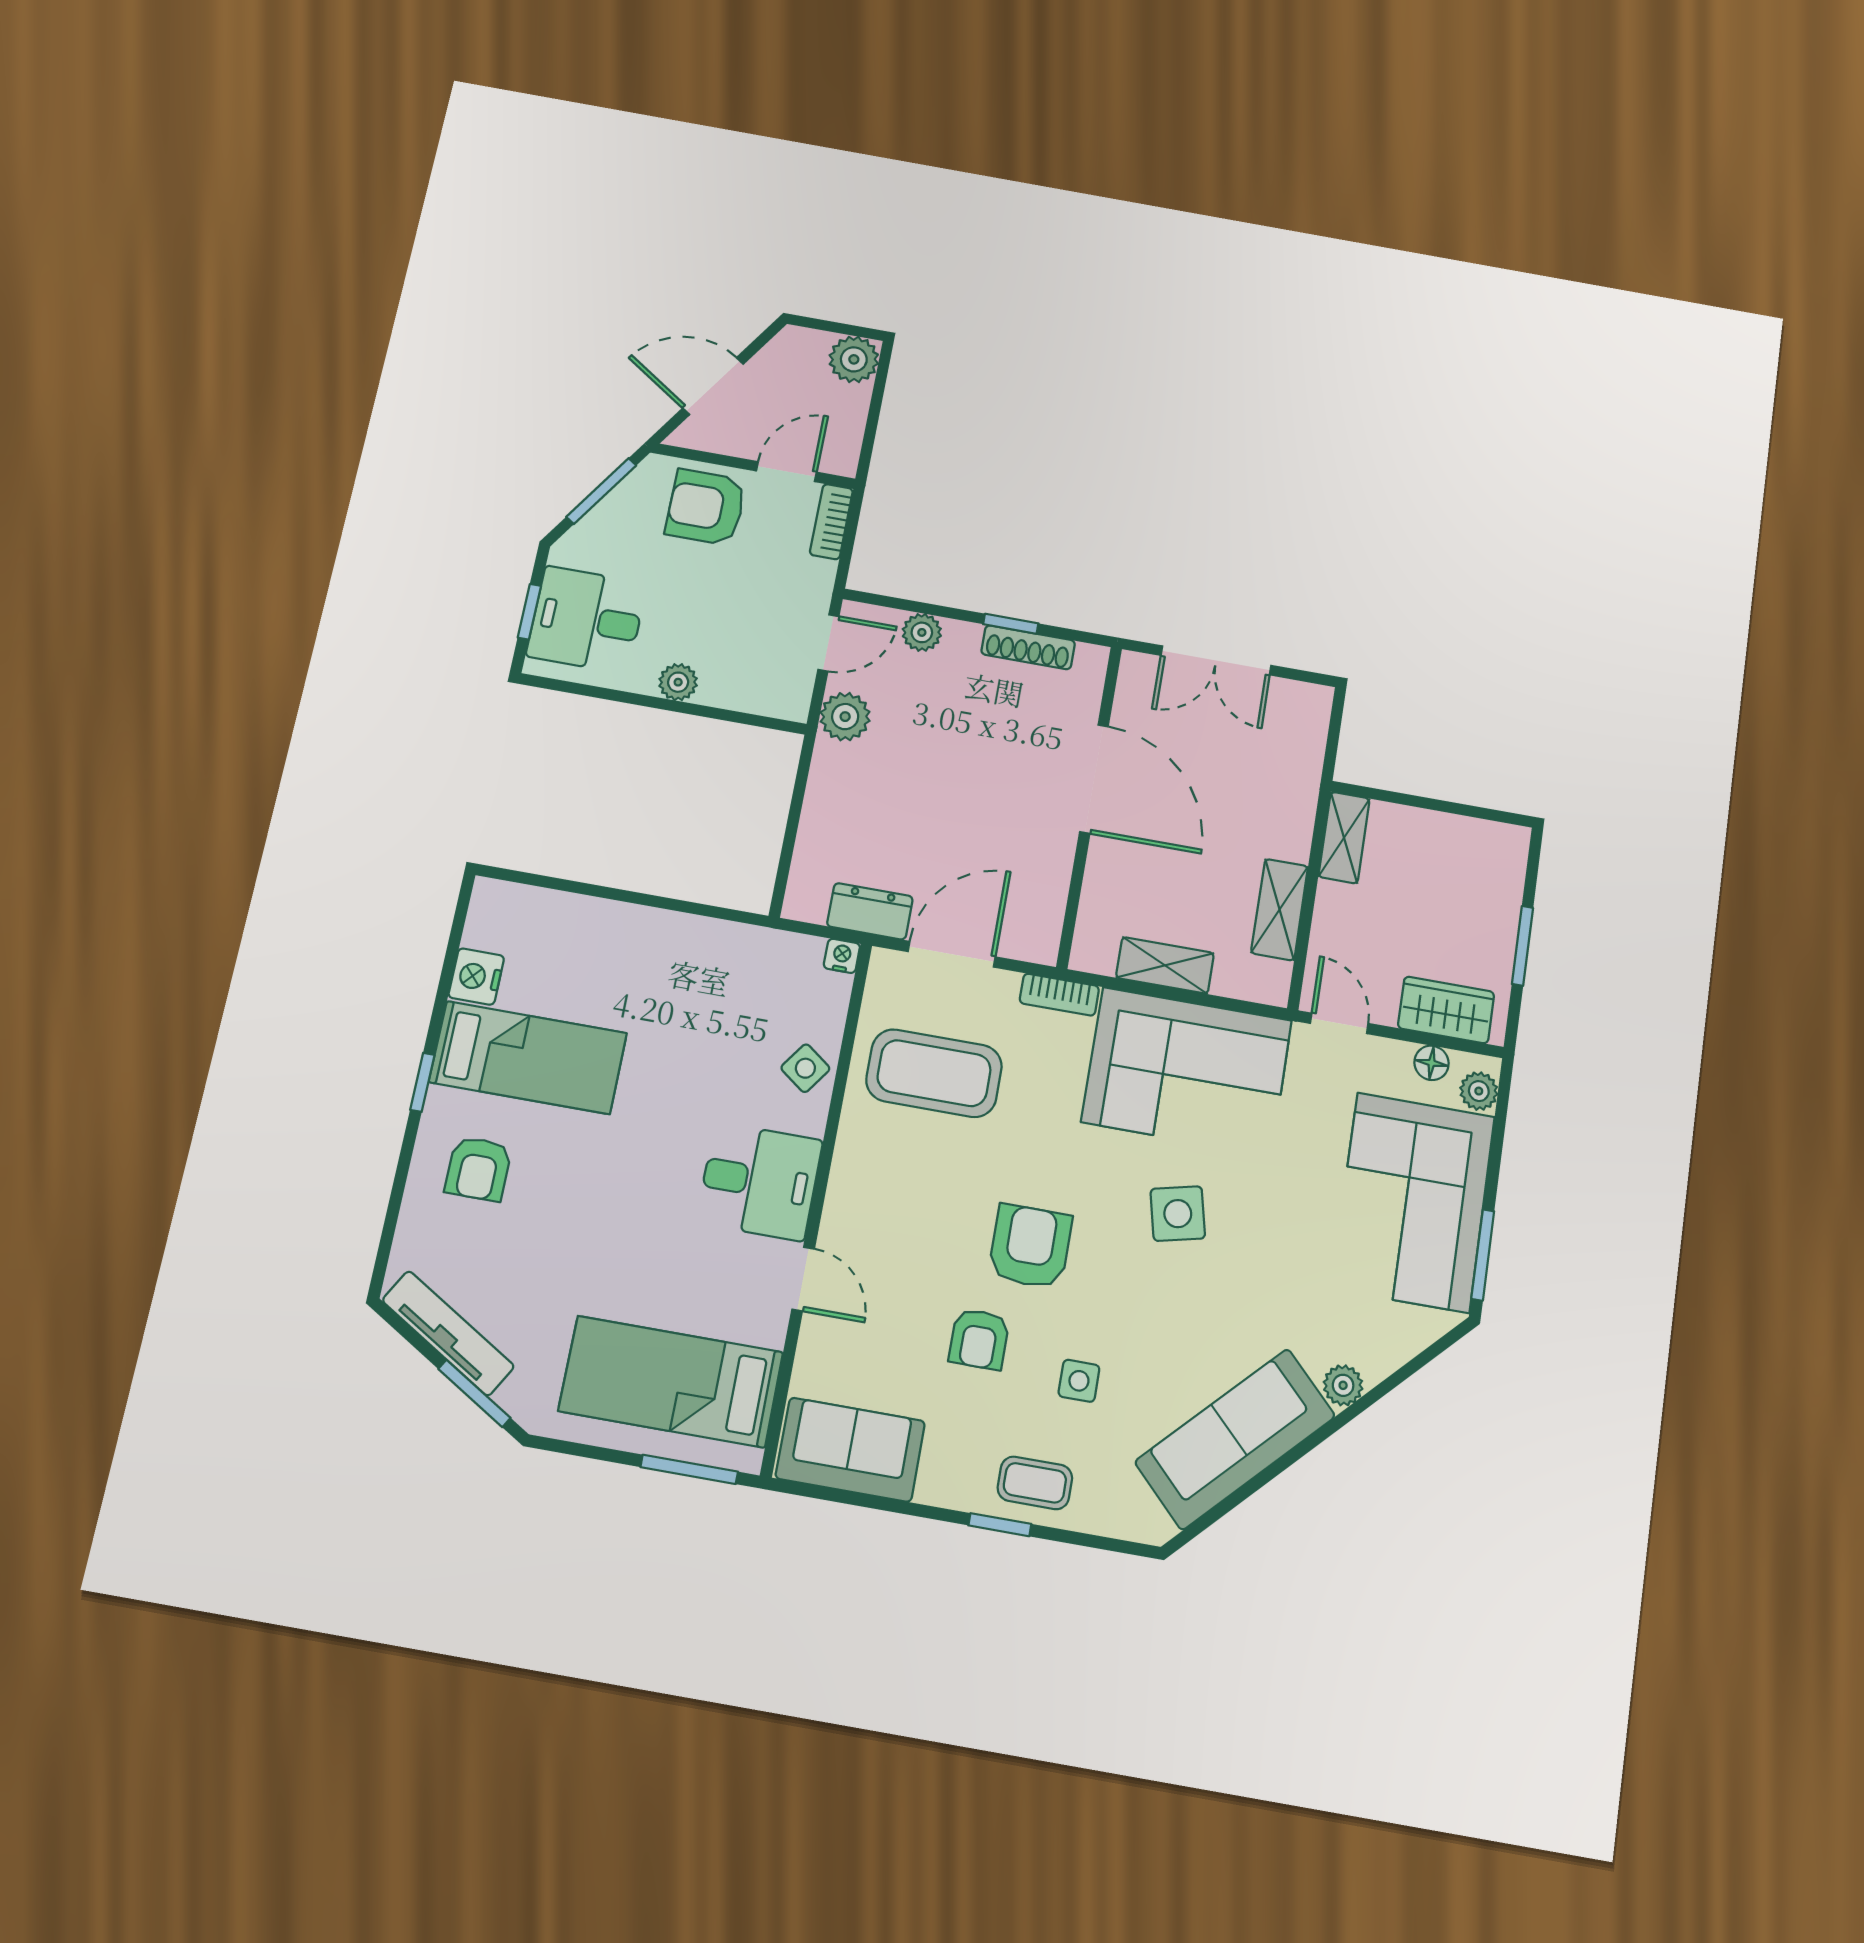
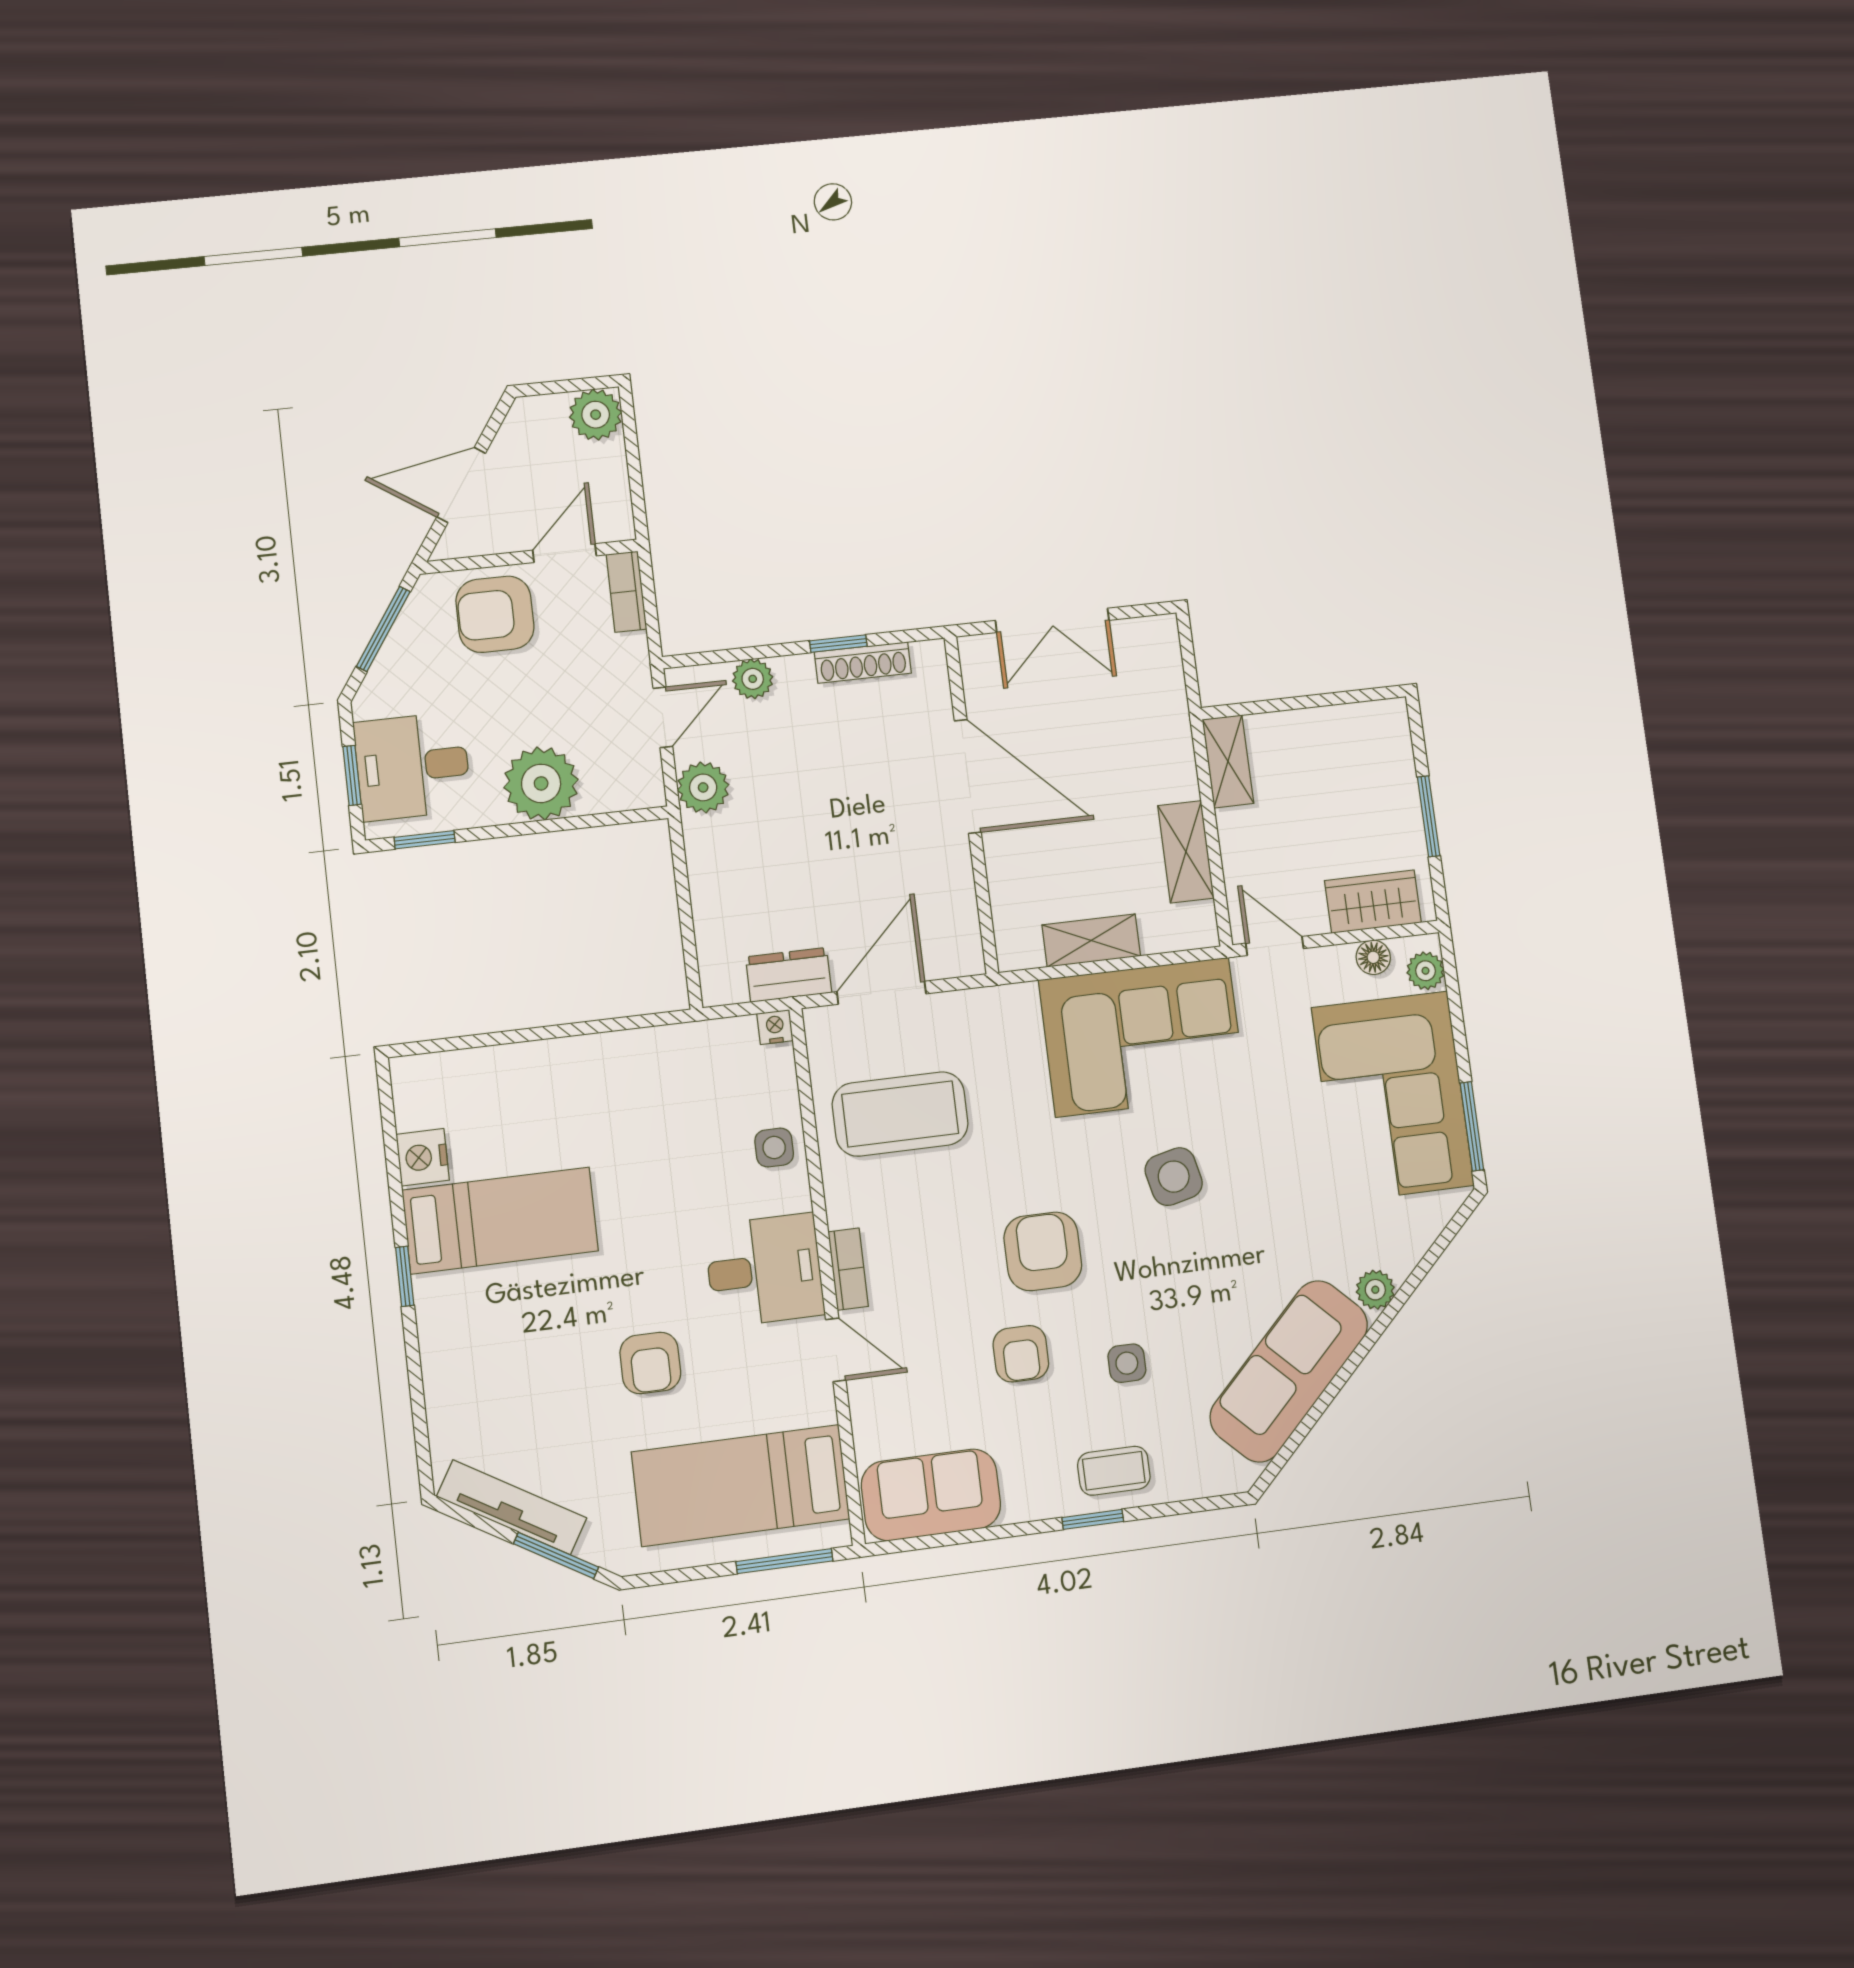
plant: (678, 682) -> (541, 783), width x1.88, depth x1.88
window: (575, 688) -> (425, 840), added
bookcase: (1059, 995) -> (848, 1269), moved, turned -90
side table: (805, 1068) -> (774, 1148), turned -36
armchair: (478, 1169) -> (650, 1363), moved

